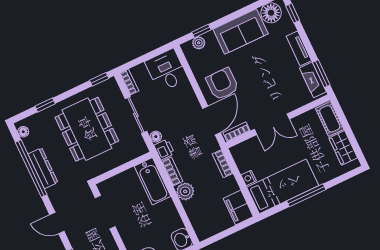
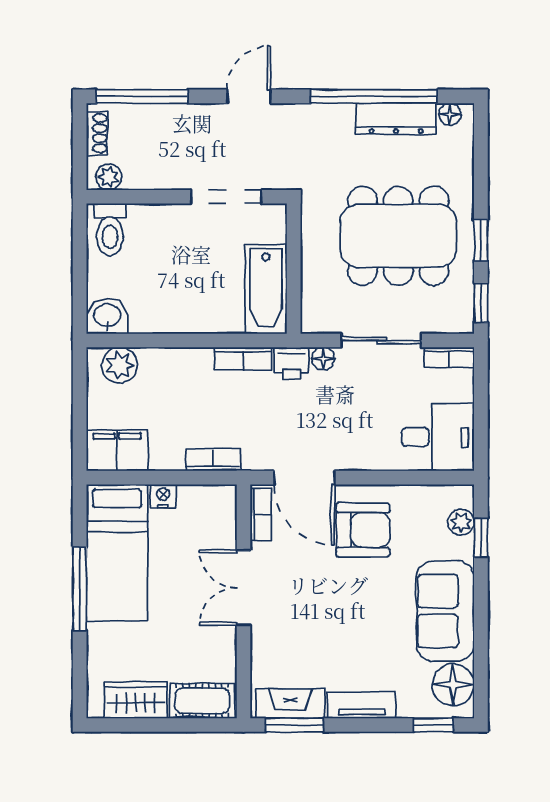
window: (45, 105) -> (481, 240), moved
dresser: (43, 168) -> (396, 119), moved
bathtub: (152, 181) -> (266, 289), moved, turned -90
plant: (185, 191) -> (120, 365), moved

